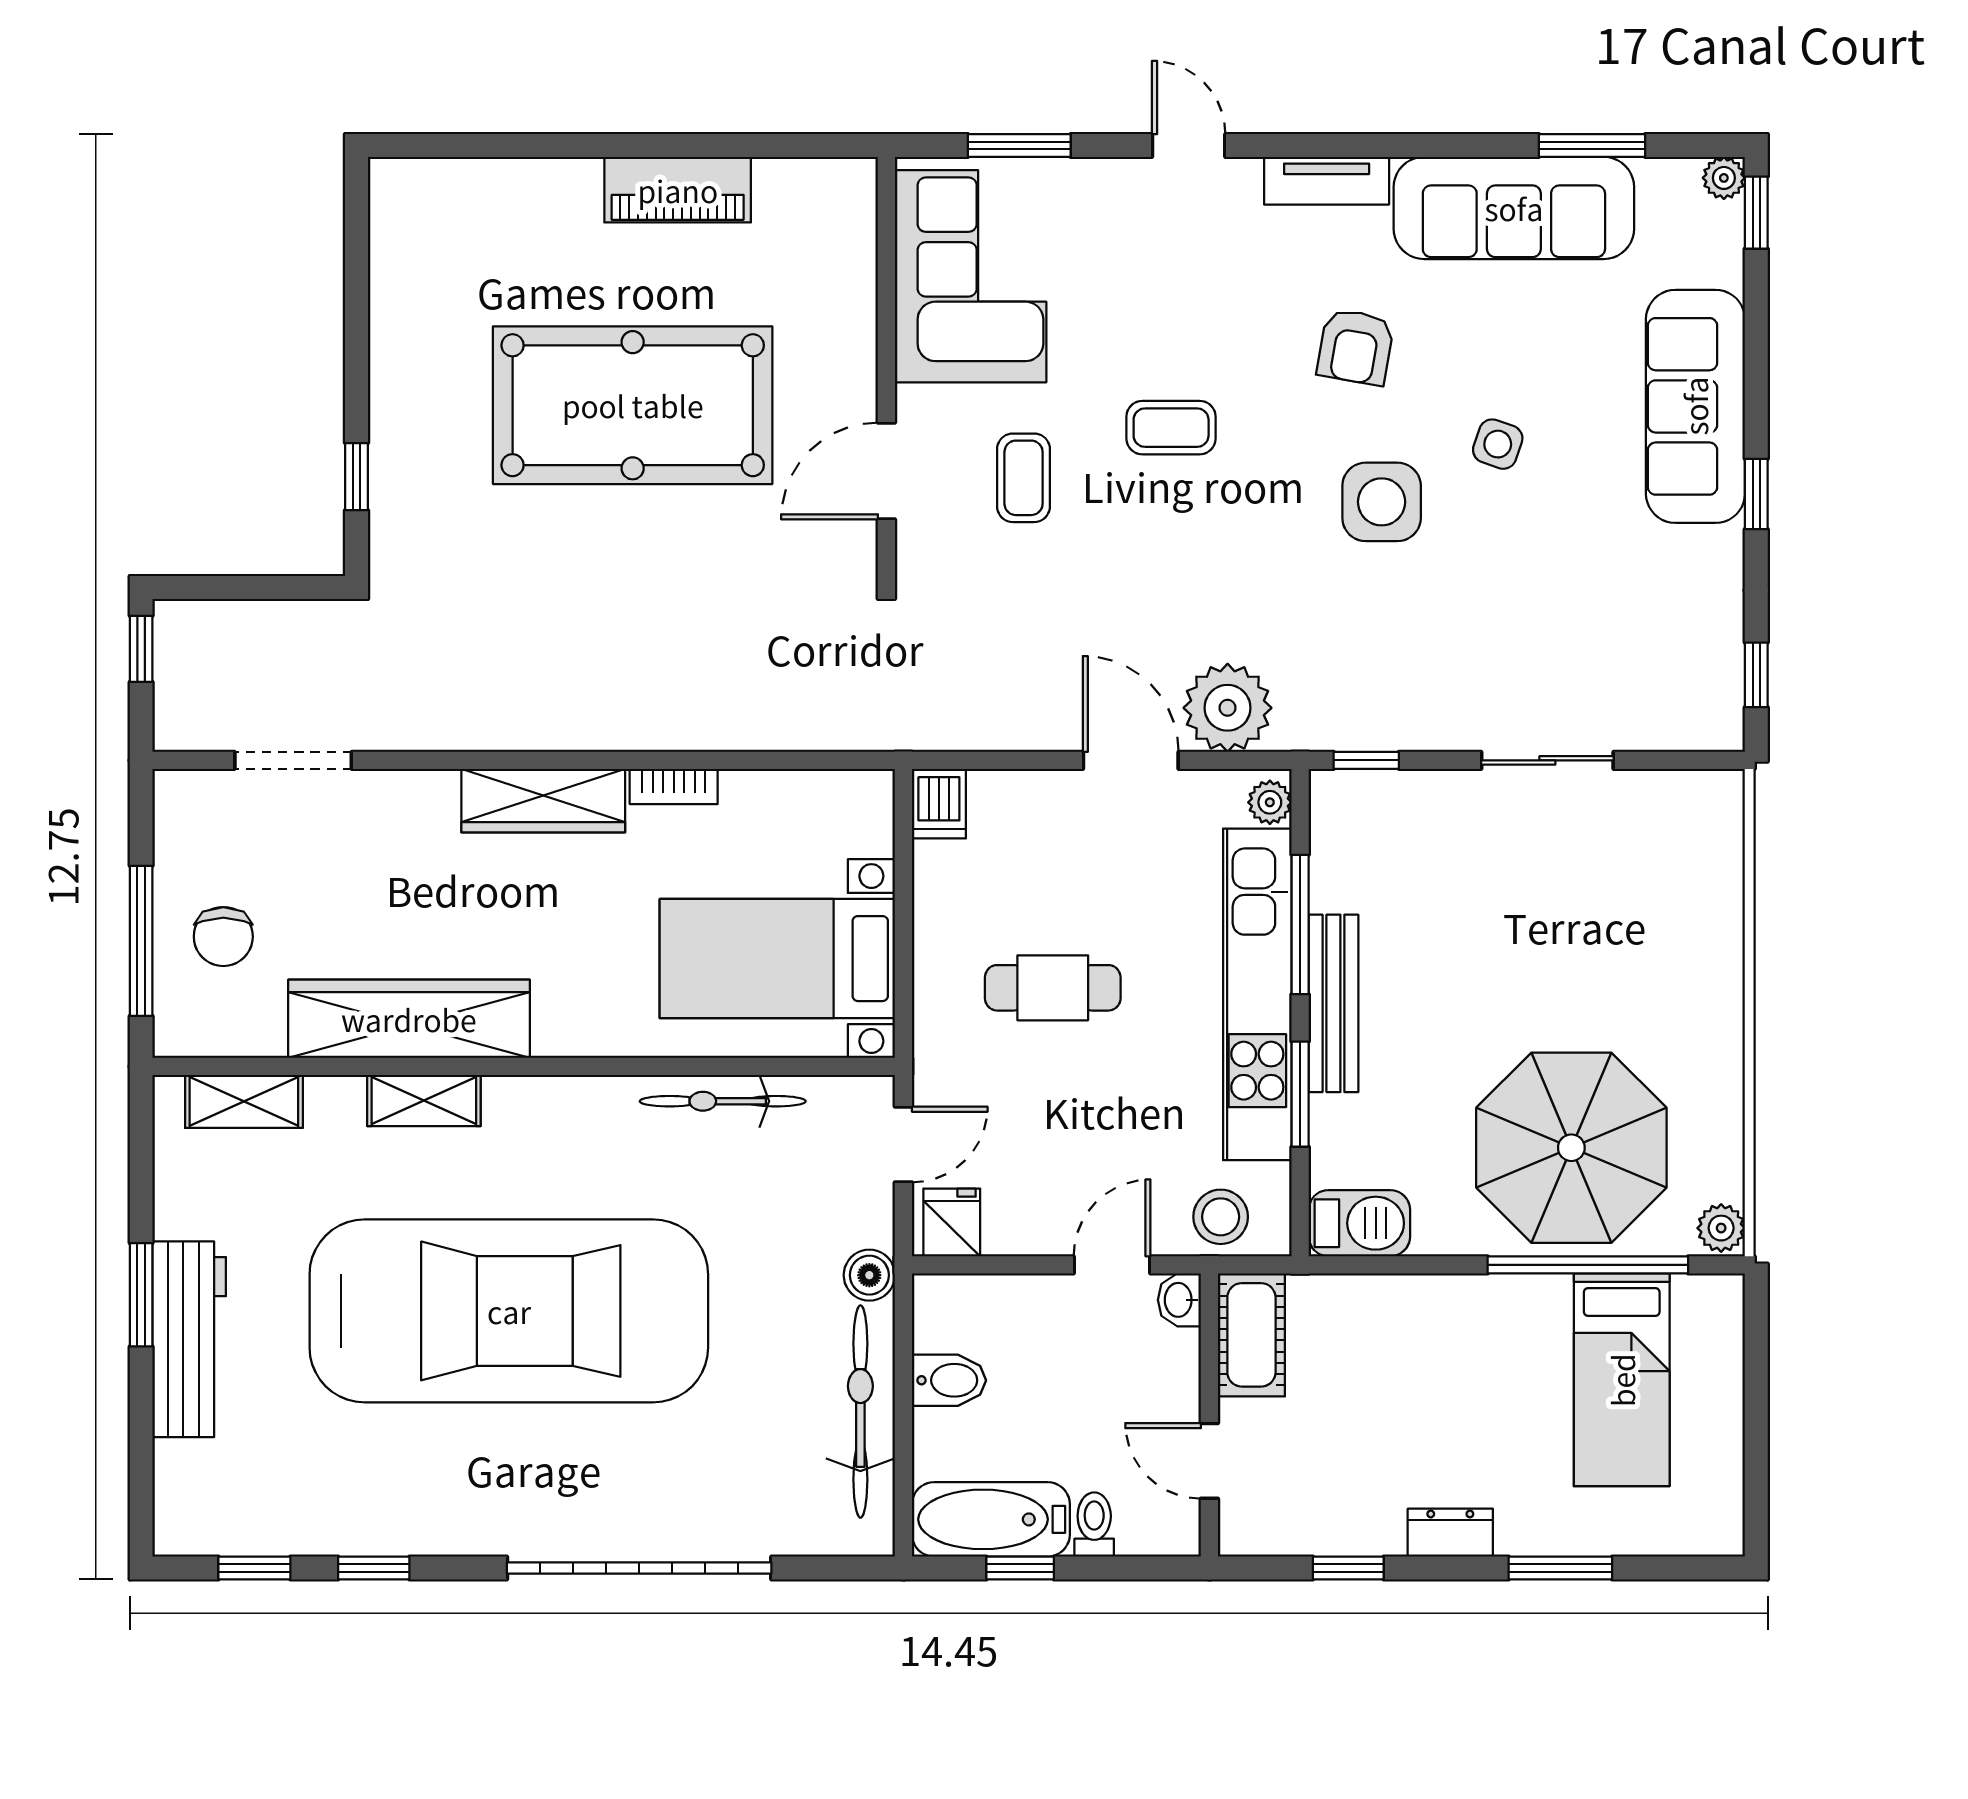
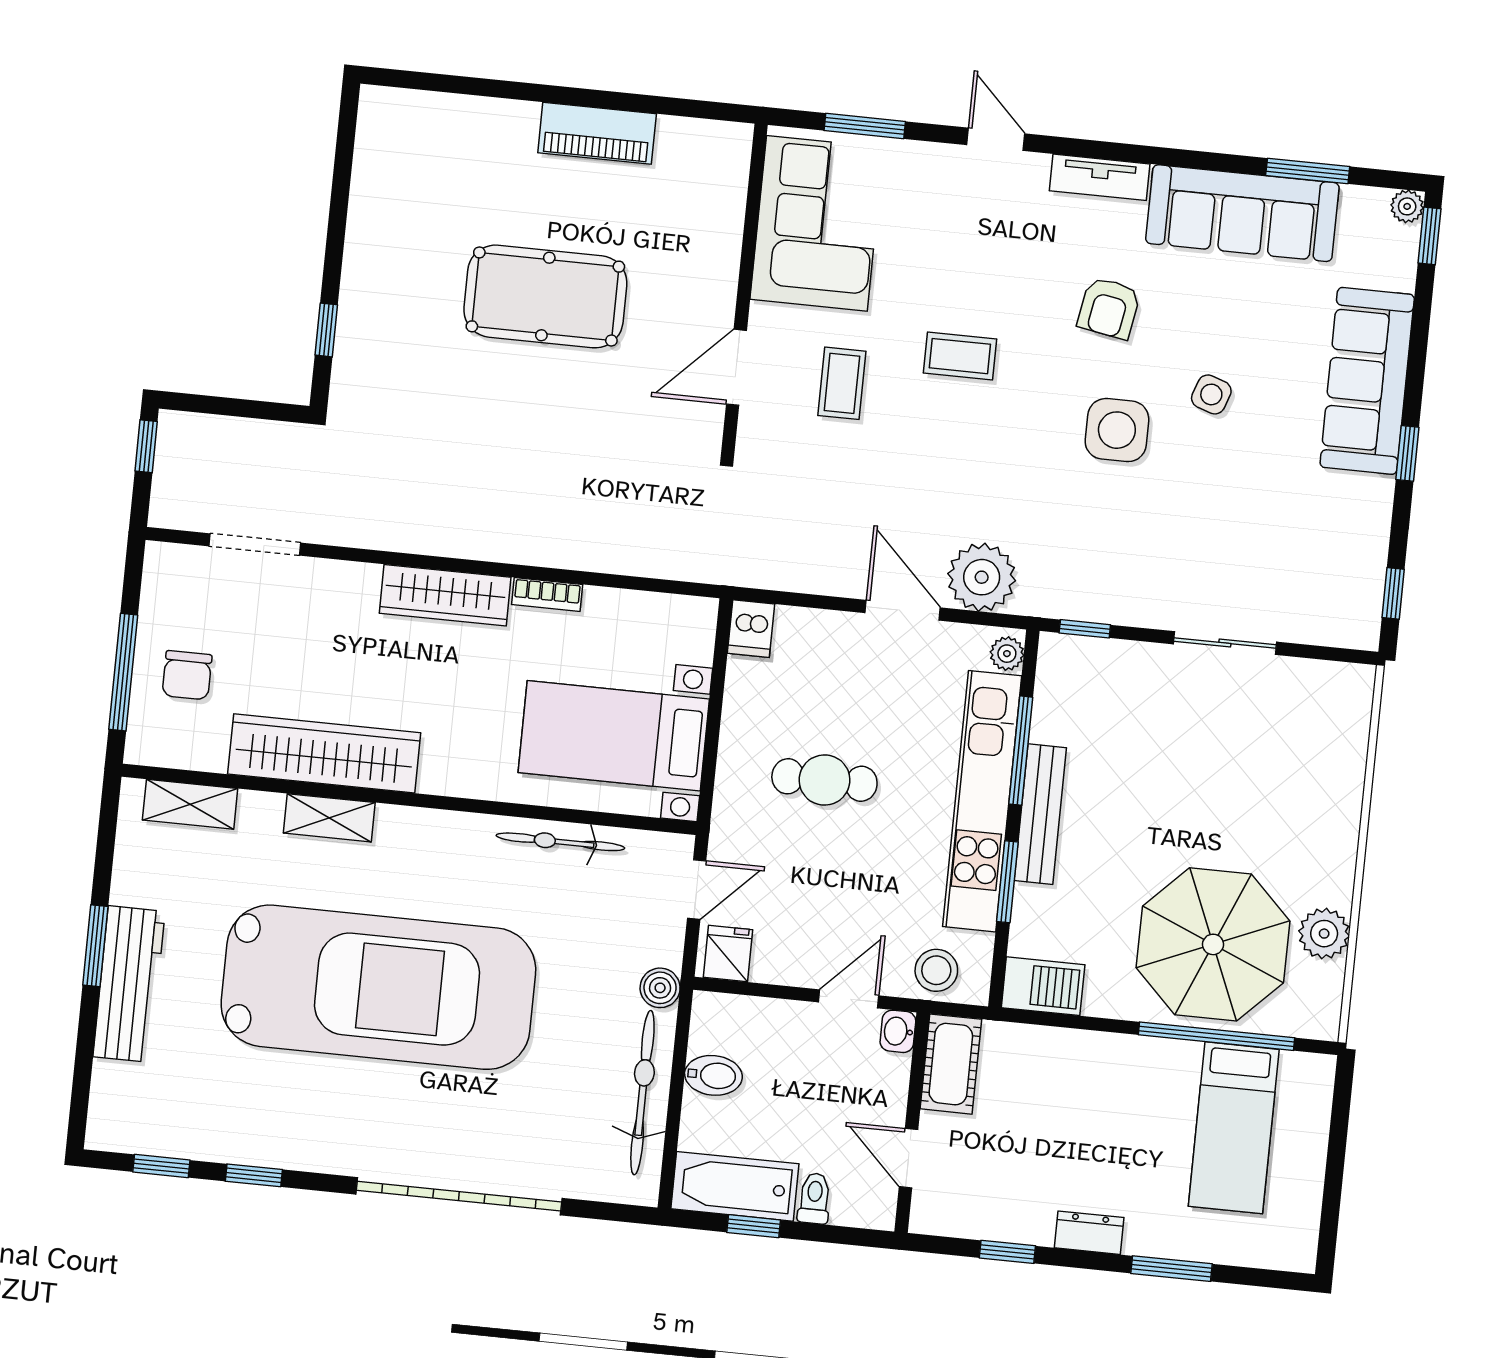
pool table: (633, 405) -> (545, 296), width x0.73, depth x0.76
plant: (1721, 1228) -> (1324, 934), moved, width x1.38, depth x1.38

